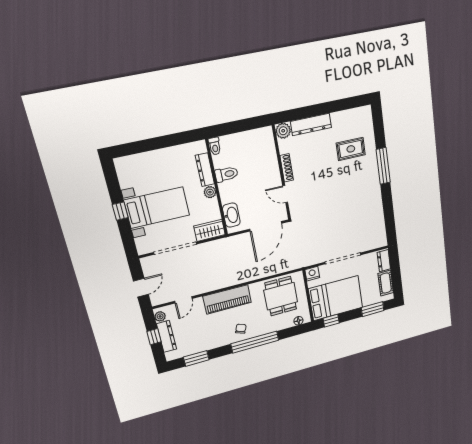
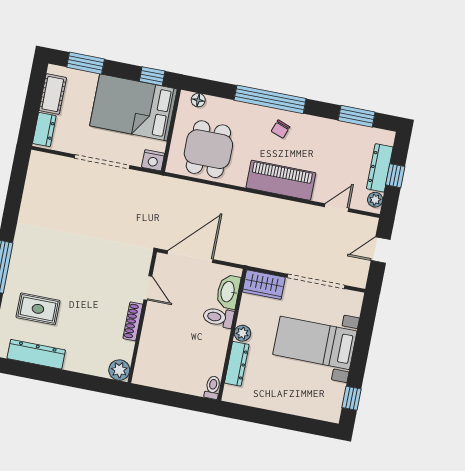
dresser: (311, 125) -> (36, 354), moved
toilet: (227, 174) -> (218, 317), moved
window: (120, 211) -> (352, 398), moved

